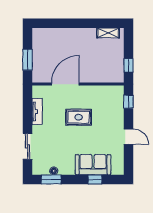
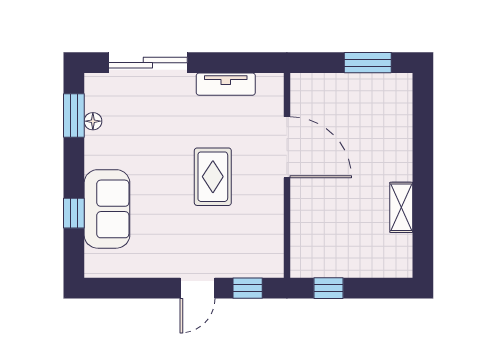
shelving: (108, 33) -> (401, 207), moved
window: (28, 60) -> (368, 63), moved
door: (128, 137) -> (198, 288), moved
sliding door: (28, 146) -> (148, 63), width x1.37

